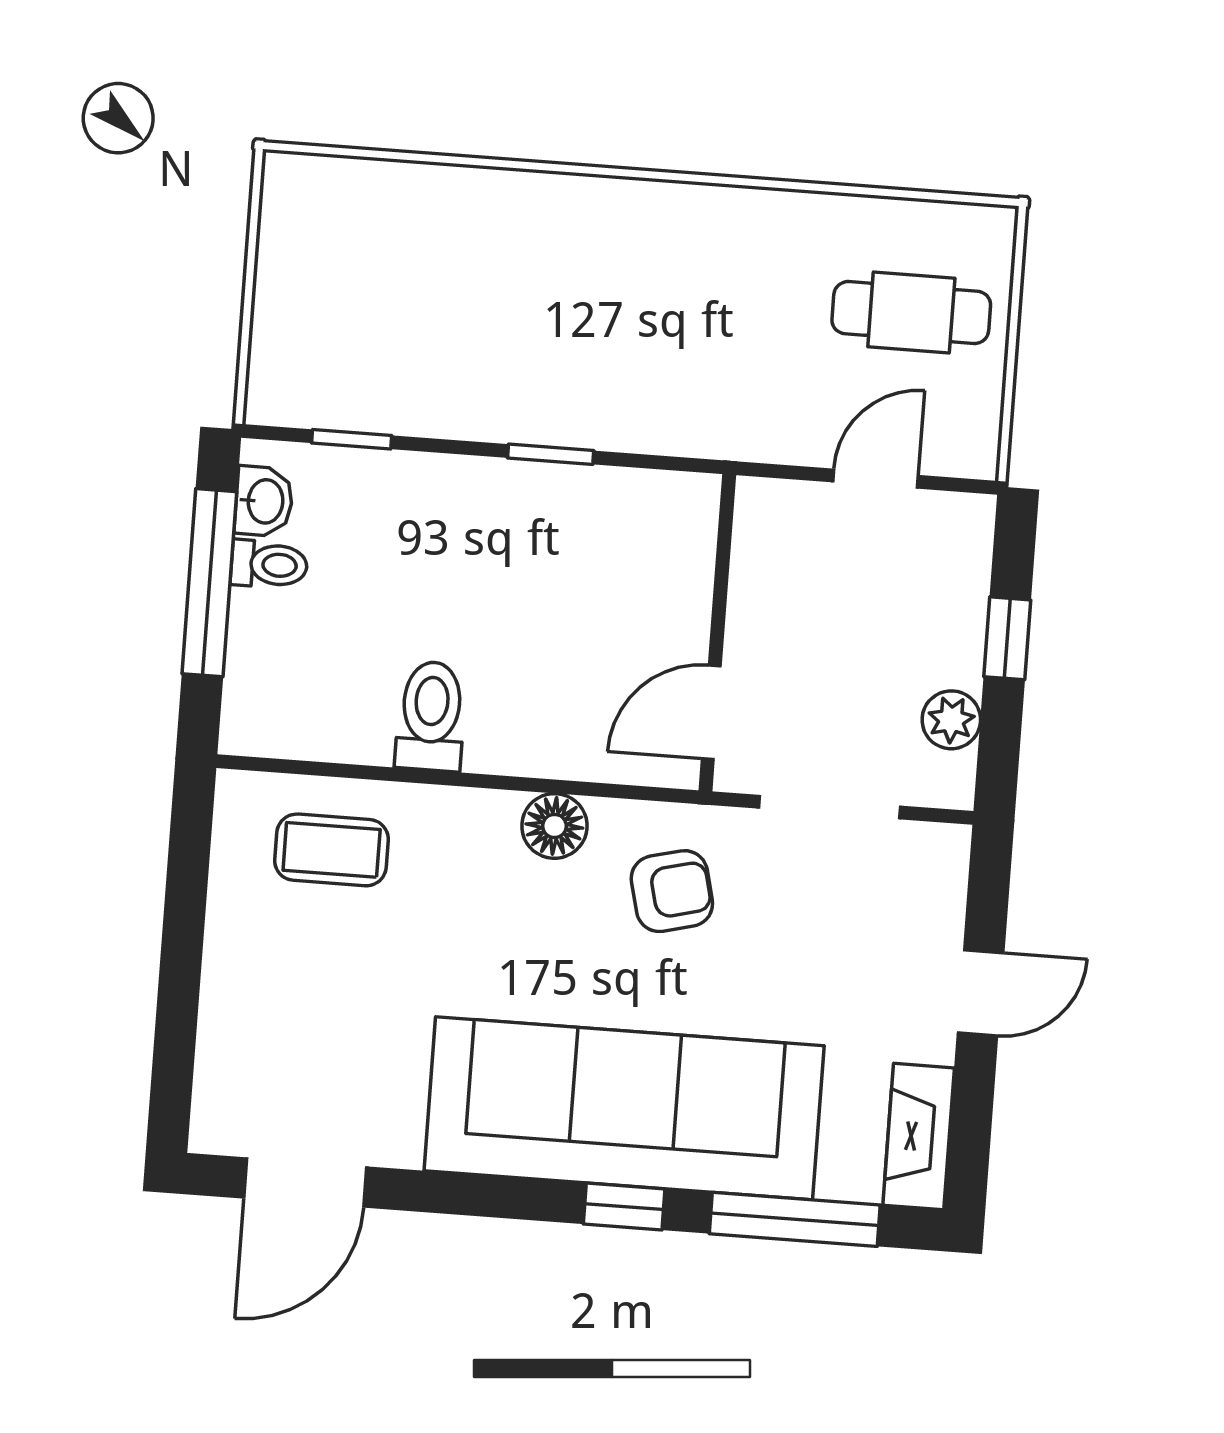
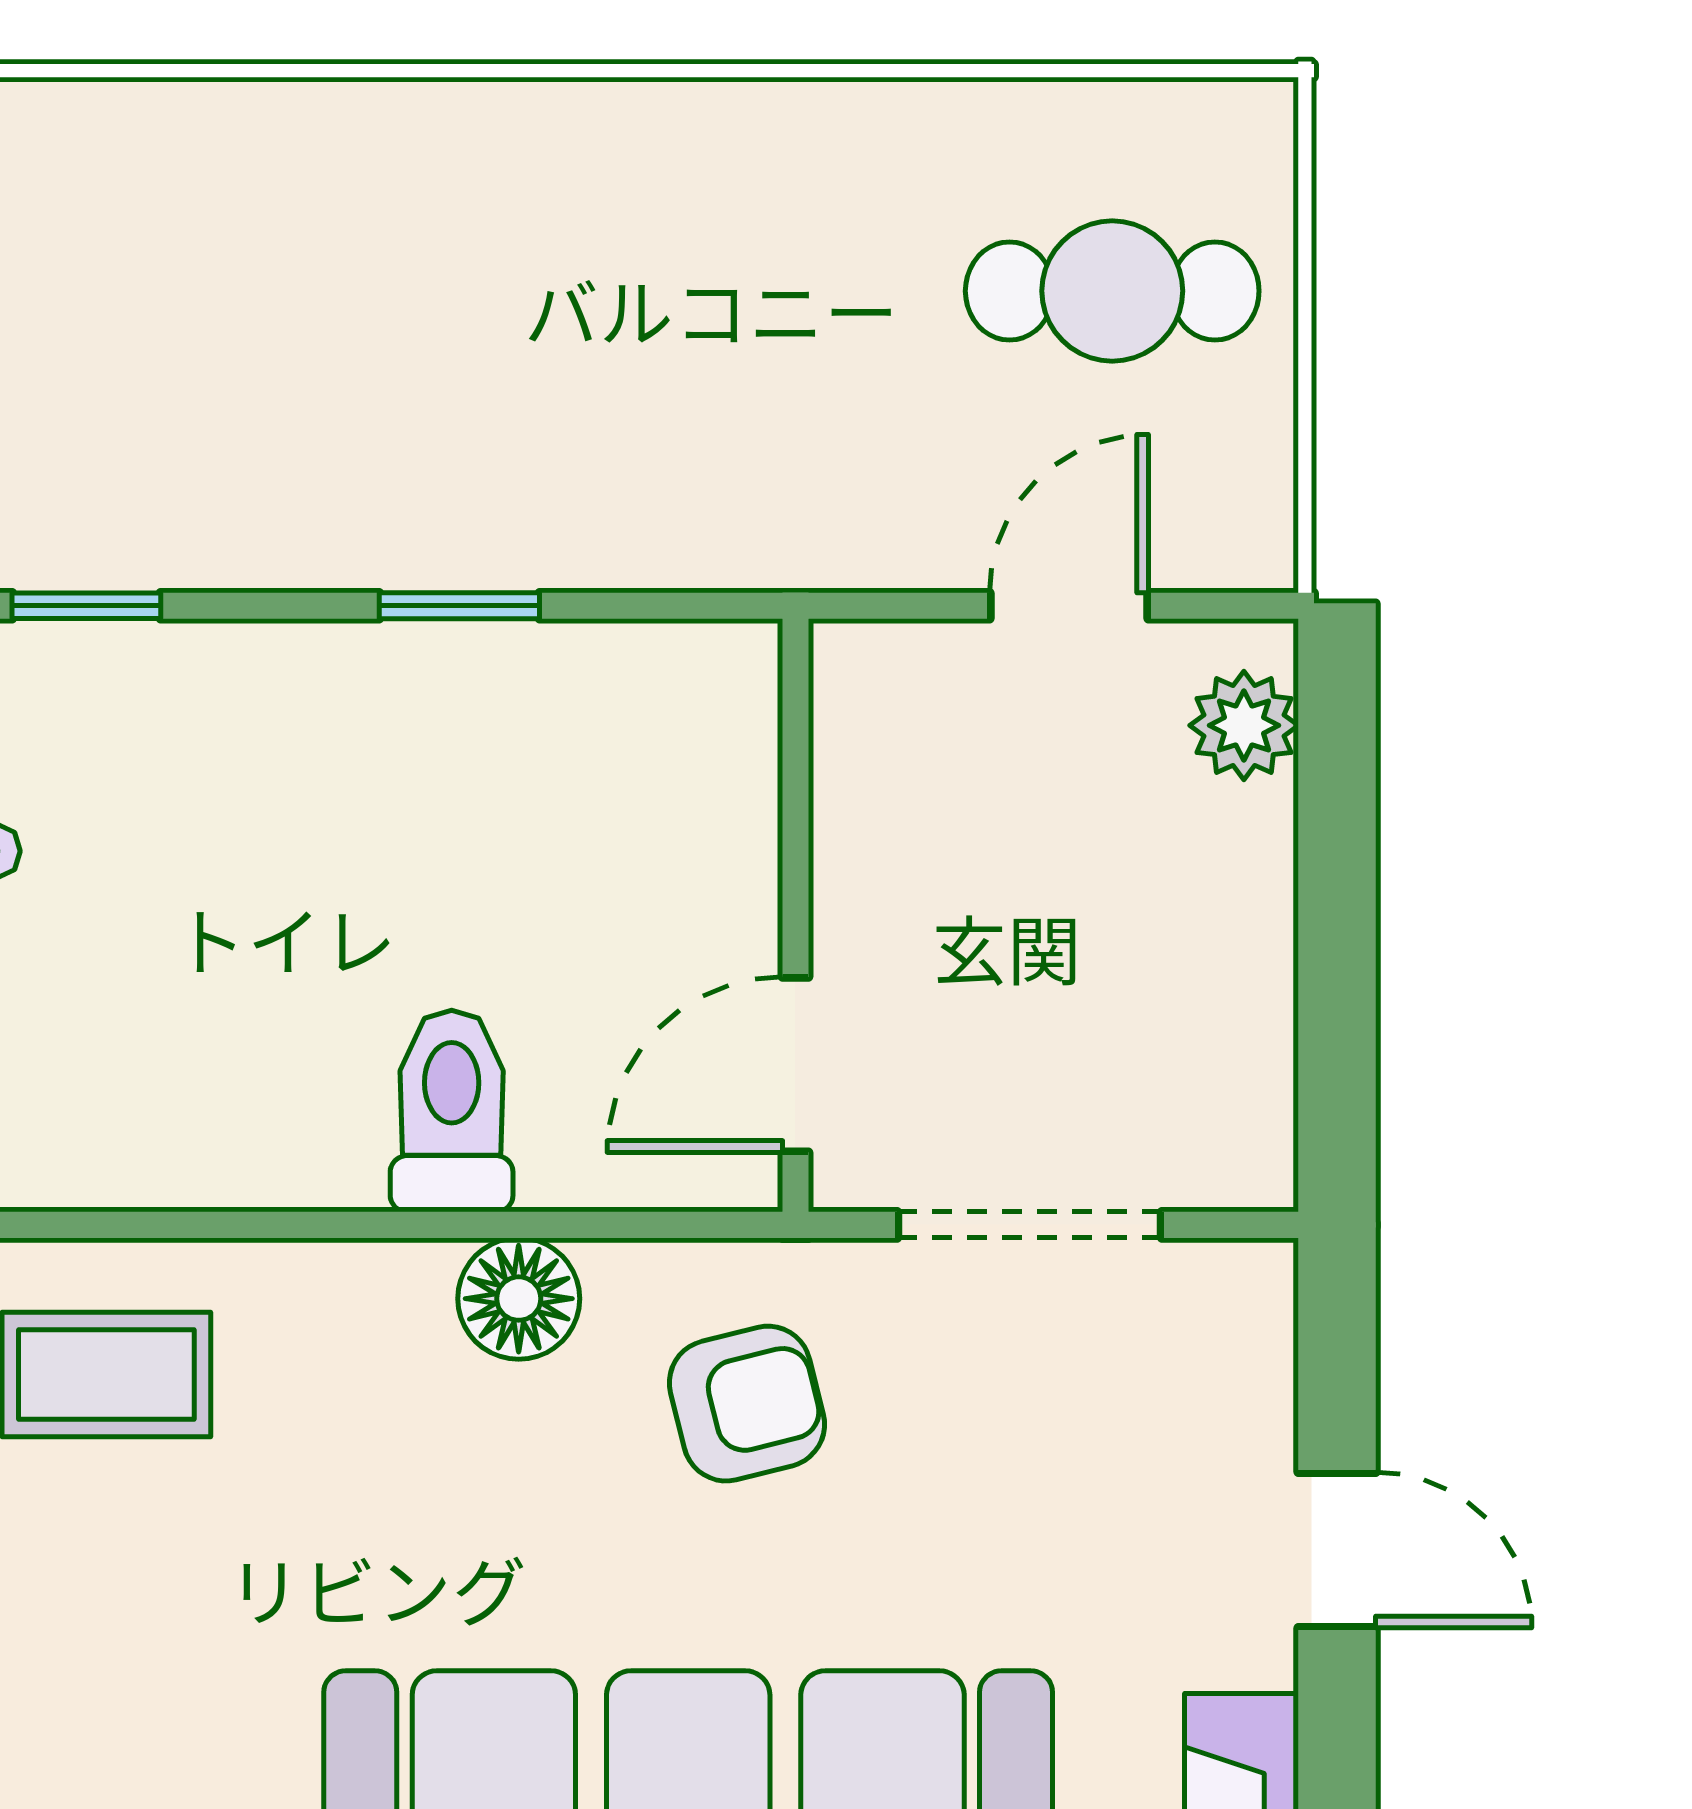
window: (1007, 638) -> (1337, 885), removed
toilet: (431, 716) -> (452, 1111), moved
plant: (951, 720) -> (1244, 725), moved
door: (981, 993) -> (1337, 1550), hinge flipped

